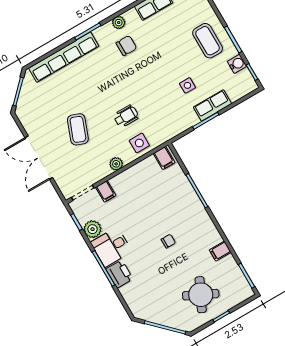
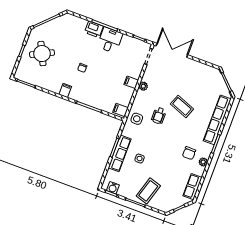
coffee table: (208, 41) -> (148, 191), turned -73
water cooler: (237, 64) -> (113, 188), moved
row of seats: (212, 105) -> (120, 153), width x1.48
coffee table: (78, 129) -> (182, 106), moved
side table: (139, 143) -> (137, 119), moved
double door: (39, 158) -> (172, 50), moved
filing cabinet: (106, 191) -> (131, 82), moved
plant: (93, 229) -> (128, 41), removed
filing cabinet: (220, 251) -> (65, 90), moved
round table: (201, 295) -> (42, 54), turned 38

